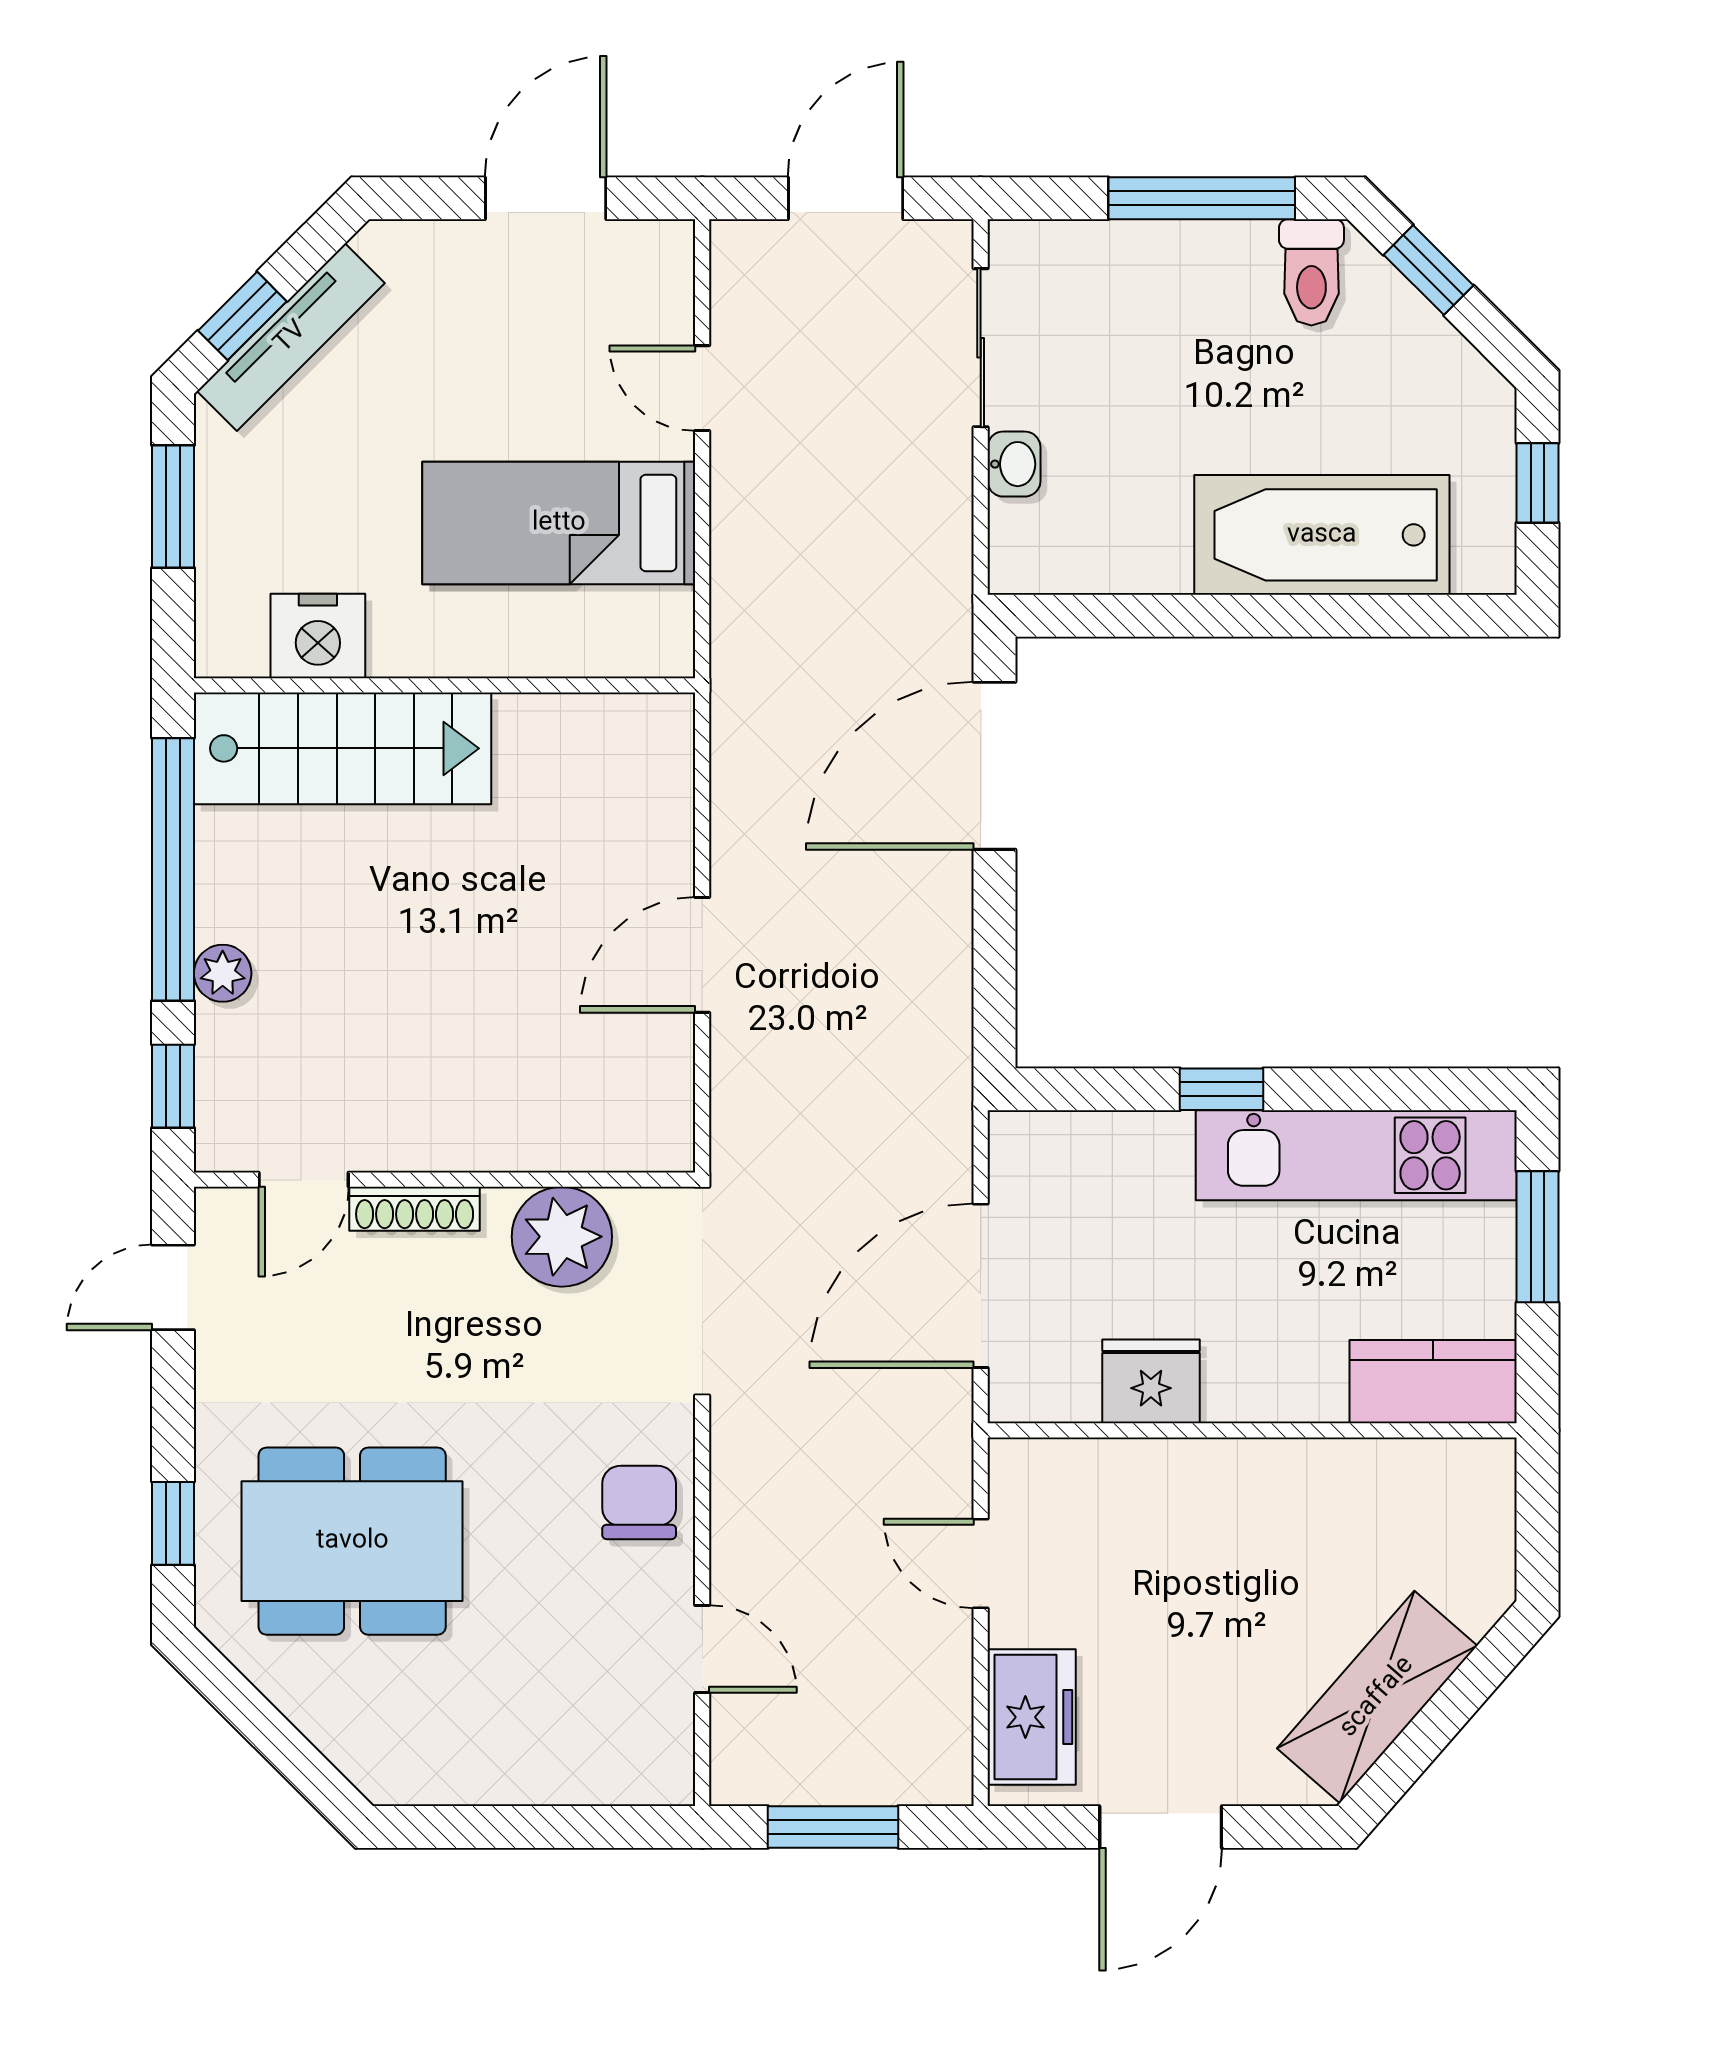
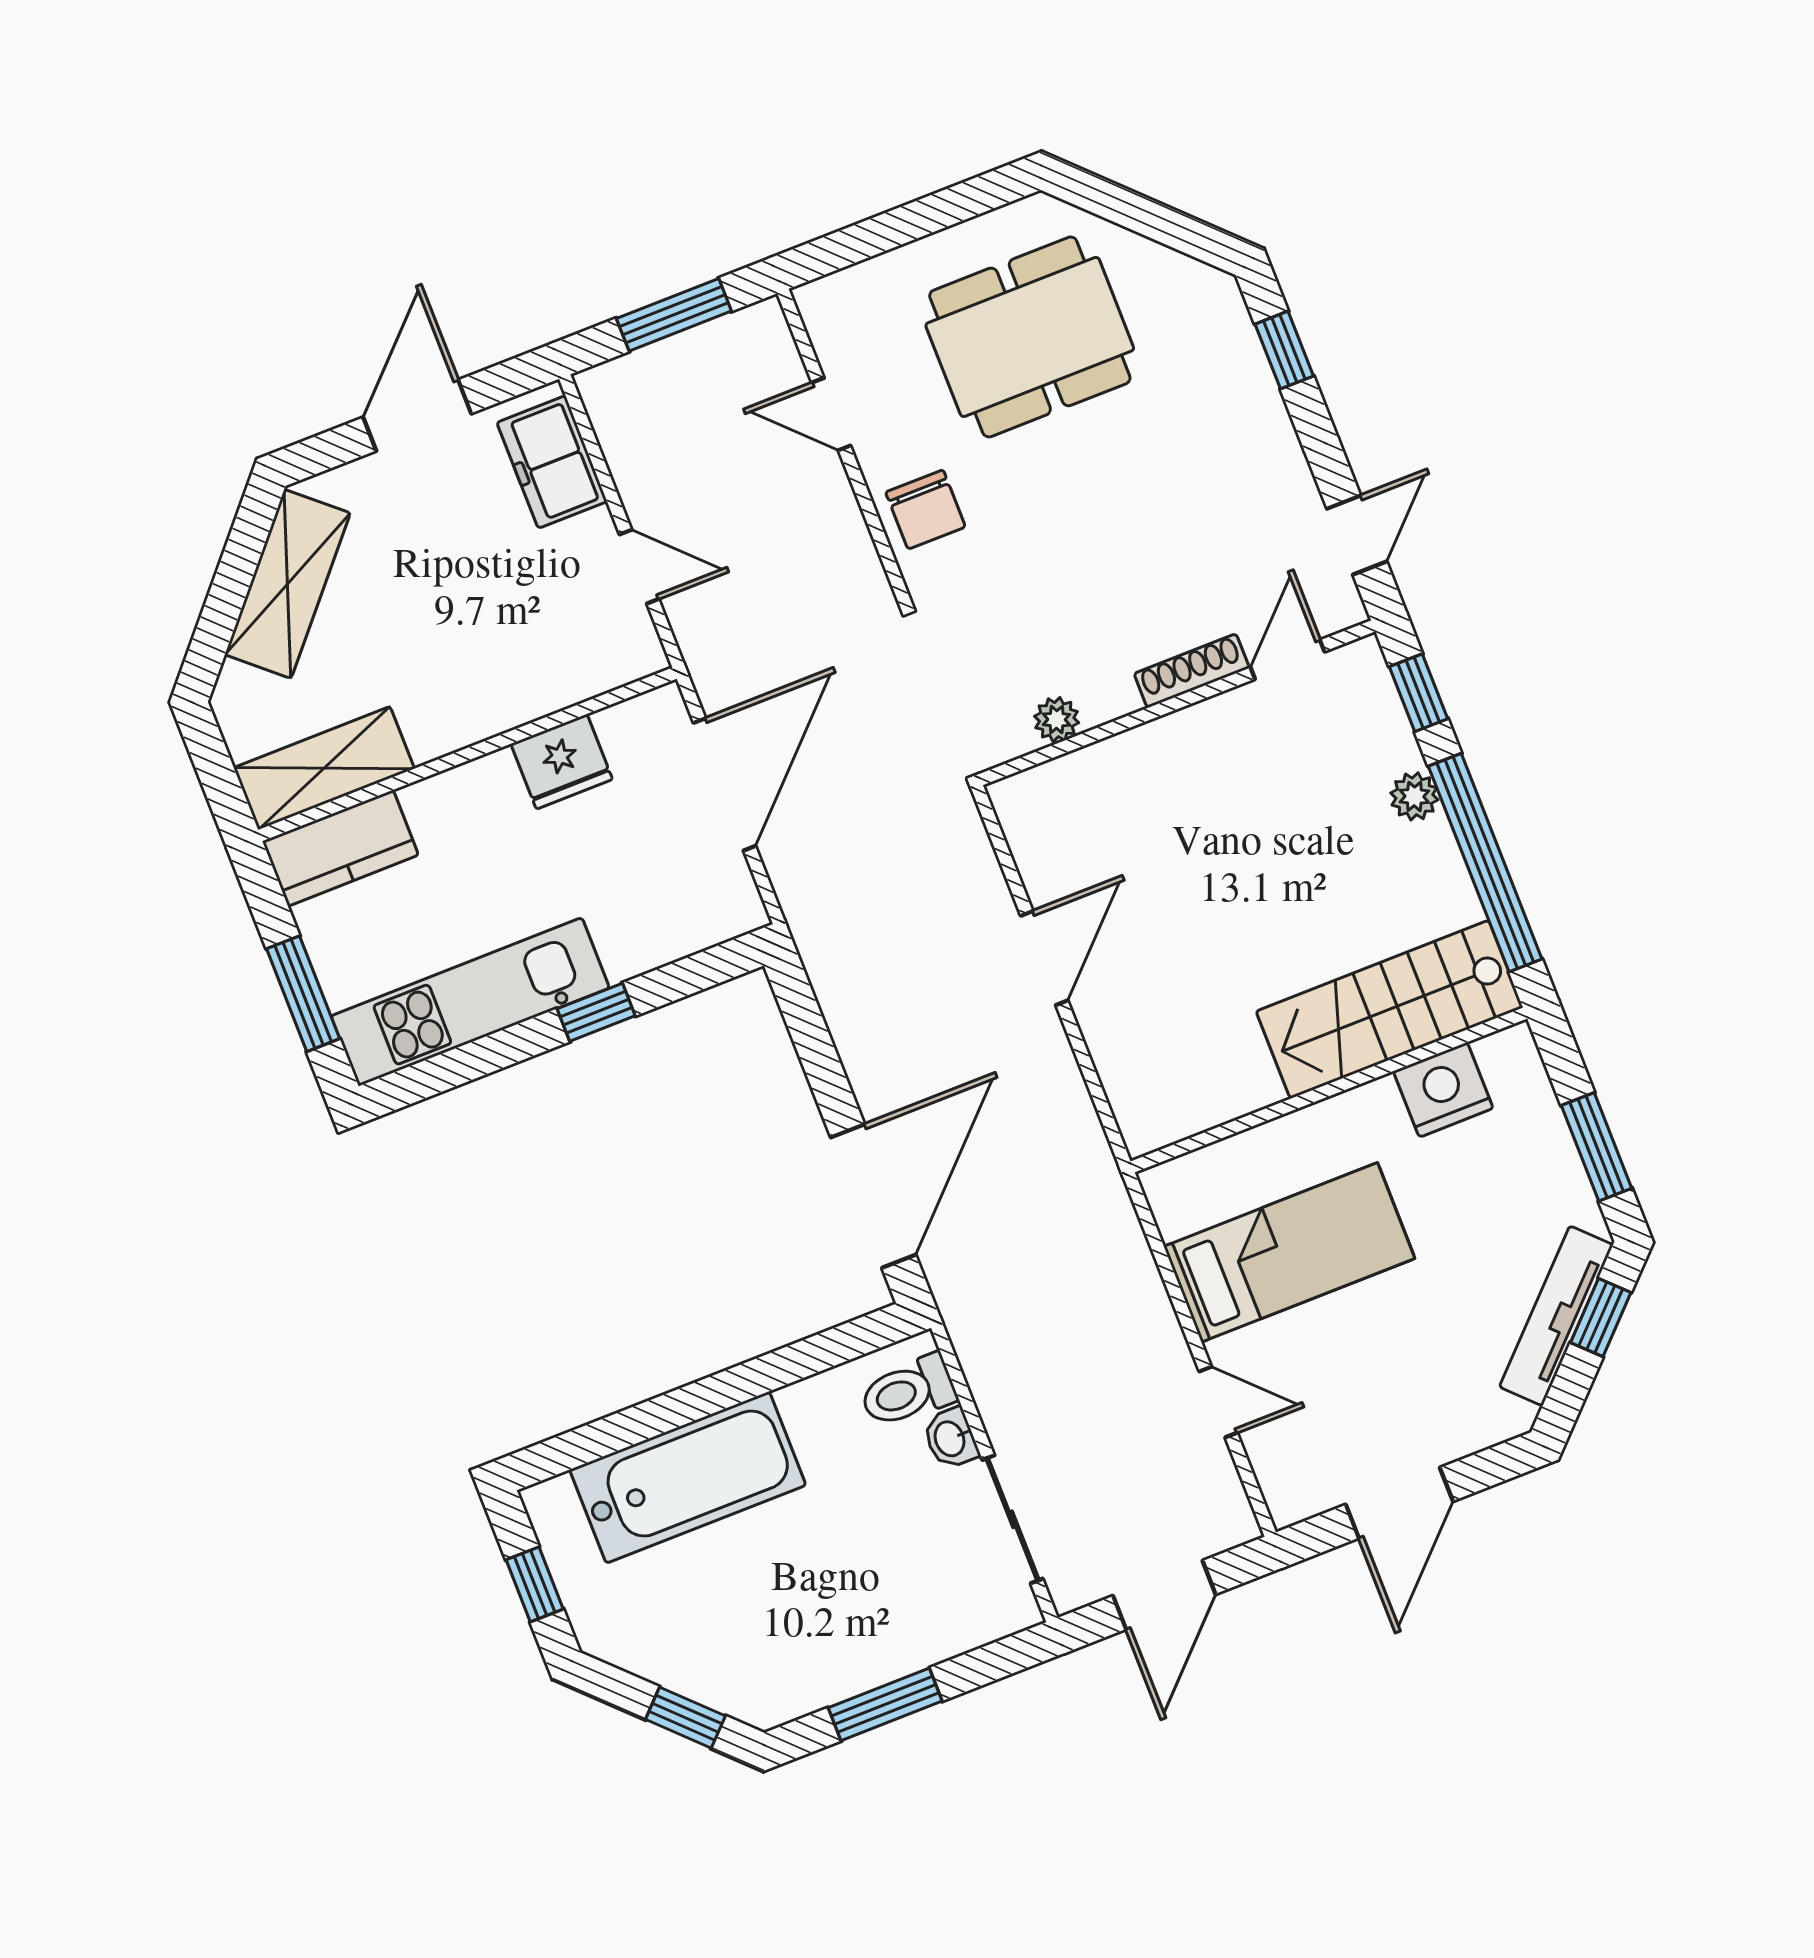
window: (1202, 198) -> (885, 1704), width x0.69
toilet: (1311, 272) -> (908, 1391), moved, turned -90
plant: (562, 1237) -> (1057, 720), width x0.53, depth x0.53
shelving: (1417, 1477) -> (324, 768), added
dining table: (352, 1541) -> (1030, 337), moved

